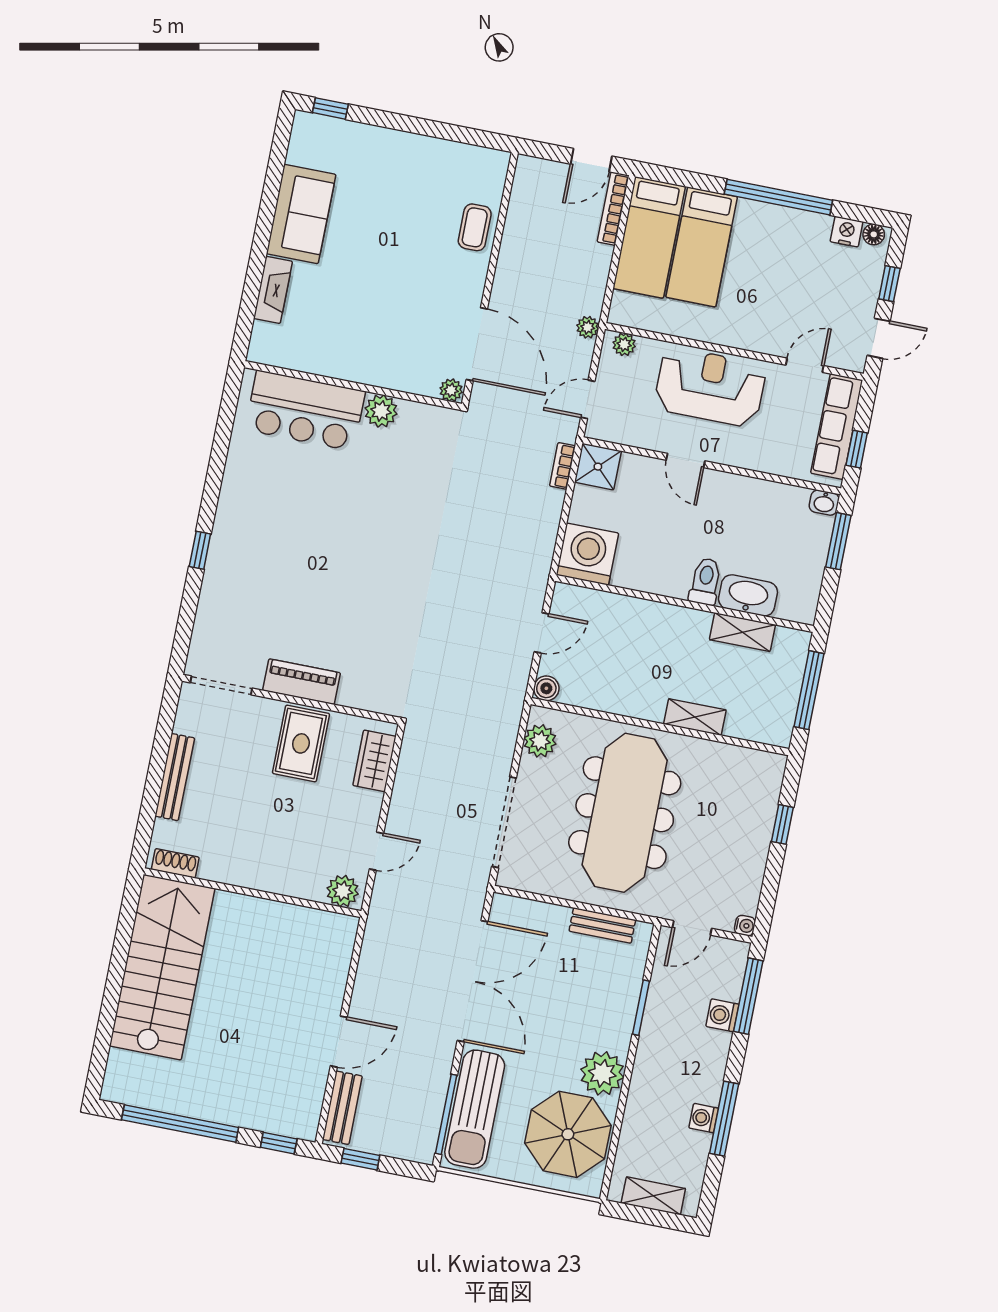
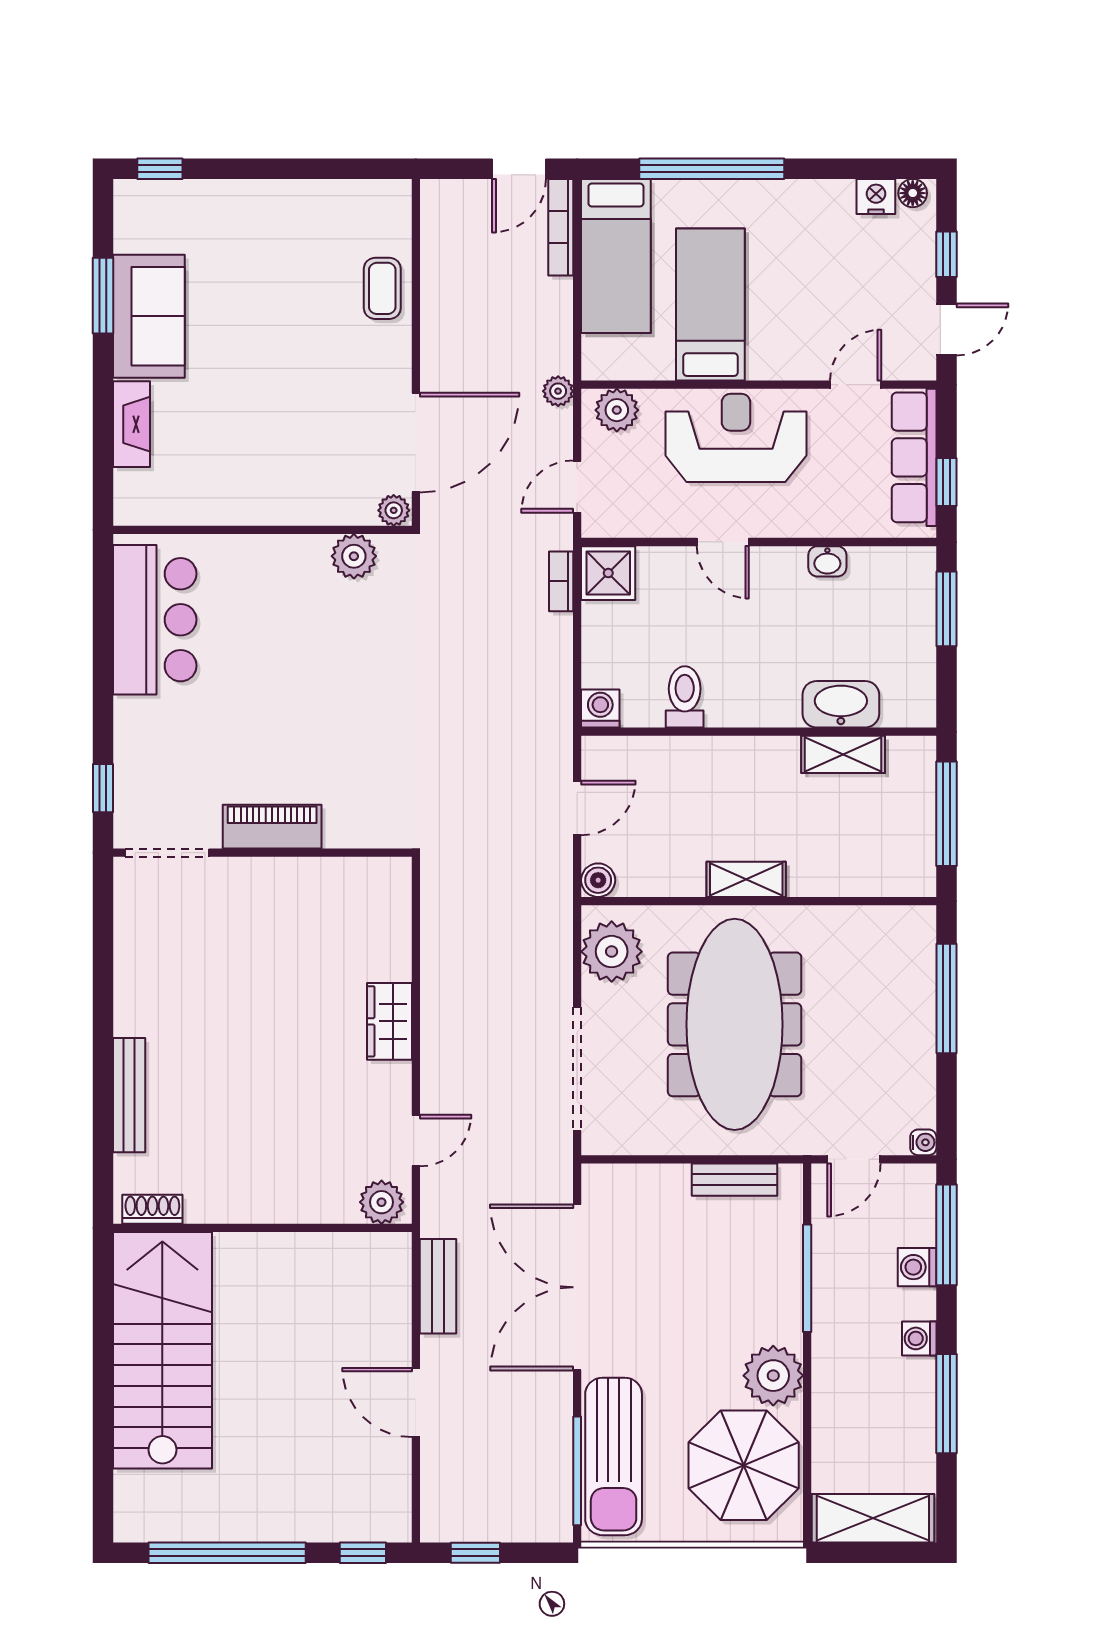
window: (271, 192) -> (103, 296), added
window: (778, 197) -> (712, 169), moved
bed: (702, 247) -> (710, 304), moved, turned 180
door: (477, 344) -> (416, 443), hinge flipped
plant: (624, 344) -> (617, 410), width x1.38, depth x1.38
bar counter: (305, 411) -> (155, 620), moved, turned -90
plant: (381, 411) -> (354, 556), moved
washbasin: (824, 503) -> (827, 561), moved
washing machine: (587, 554) -> (600, 709), width x0.53, depth x0.53
toilet: (705, 581) -> (685, 697), moved
piano: (302, 682) -> (272, 827), moved
doorway: (221, 685) -> (167, 853), moved
wall: (291, 699) -> (262, 853), moved
shelving: (695, 717) -> (746, 879), moved
plant: (540, 741) -> (612, 952), width x1.36, depth x1.36
rug: (301, 743) -> (288, 1018), removed
window: (782, 824) -> (946, 999), width x2.17
double door: (473, 981) -> (577, 1287), swing flipped
window: (641, 1008) -> (807, 1278), width x1.44
door: (339, 1042) -> (416, 1403), swing flipped
bench: (342, 1108) -> (438, 1286), moved
washing machine: (704, 1118) -> (919, 1338), moved
shelving: (653, 1196) -> (873, 1518), width x1.50, depth x1.33

